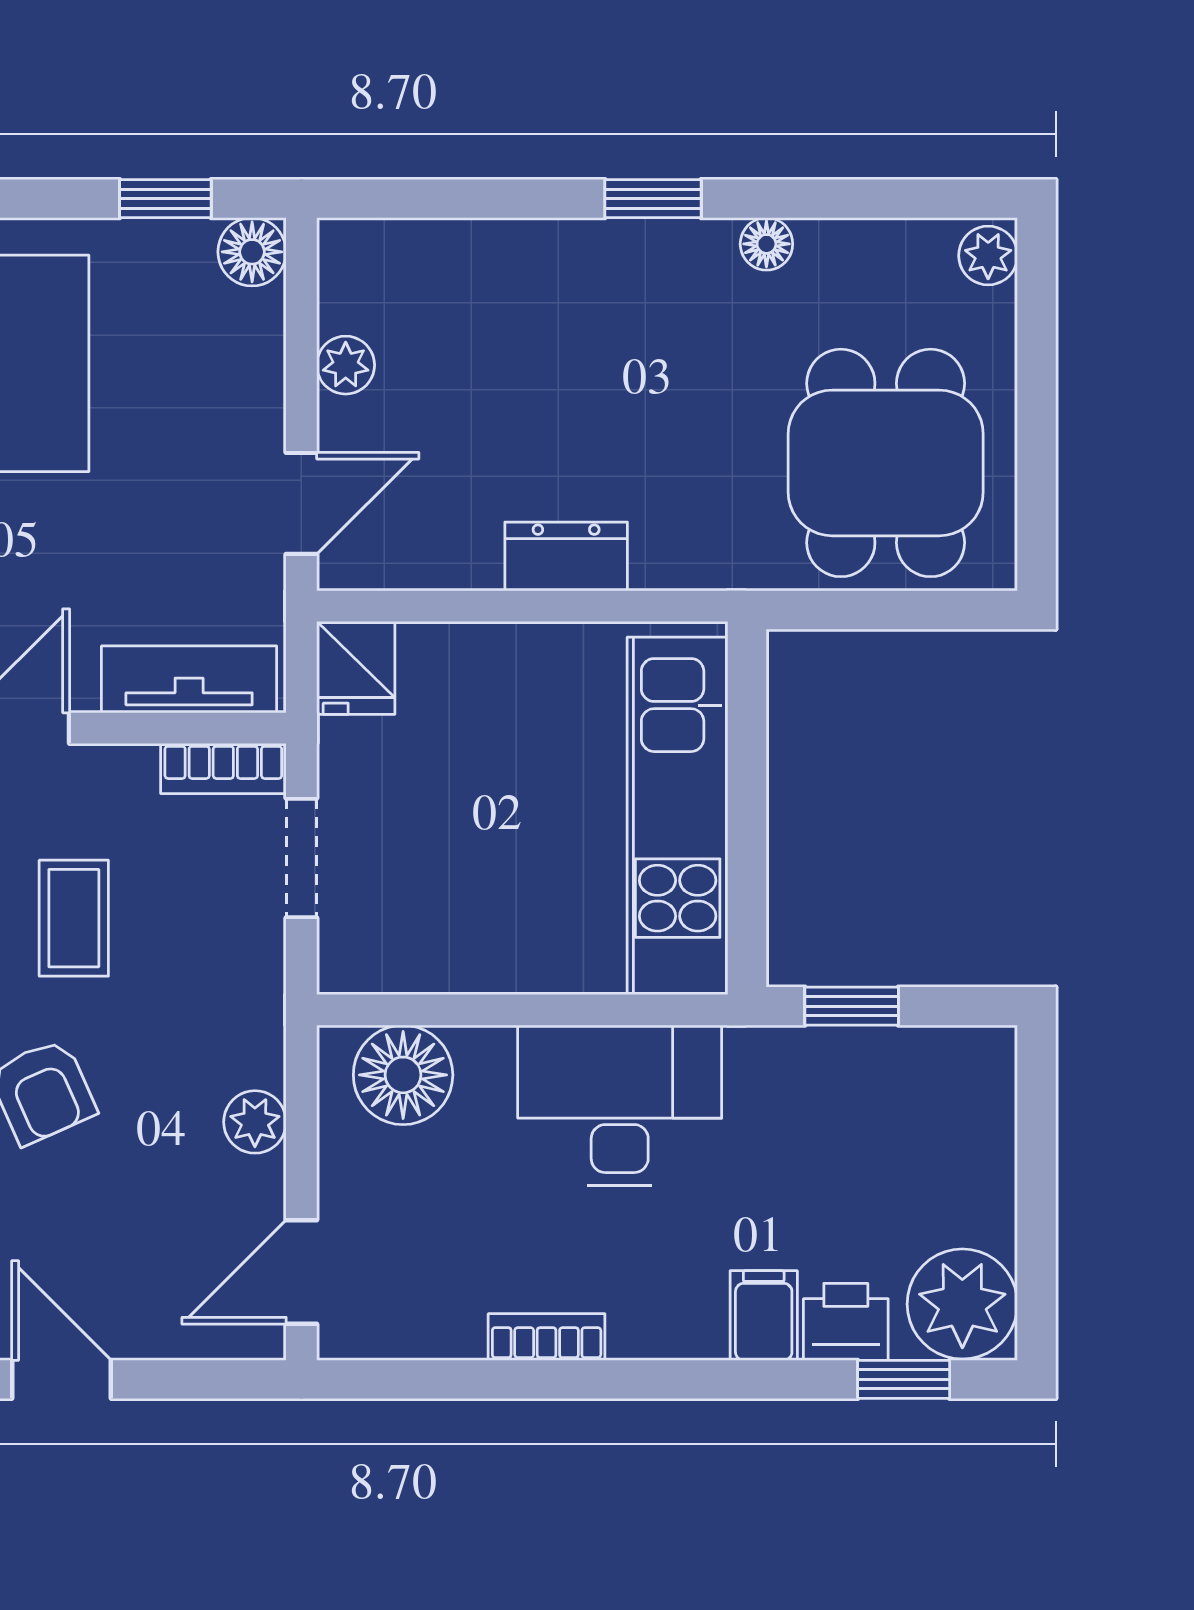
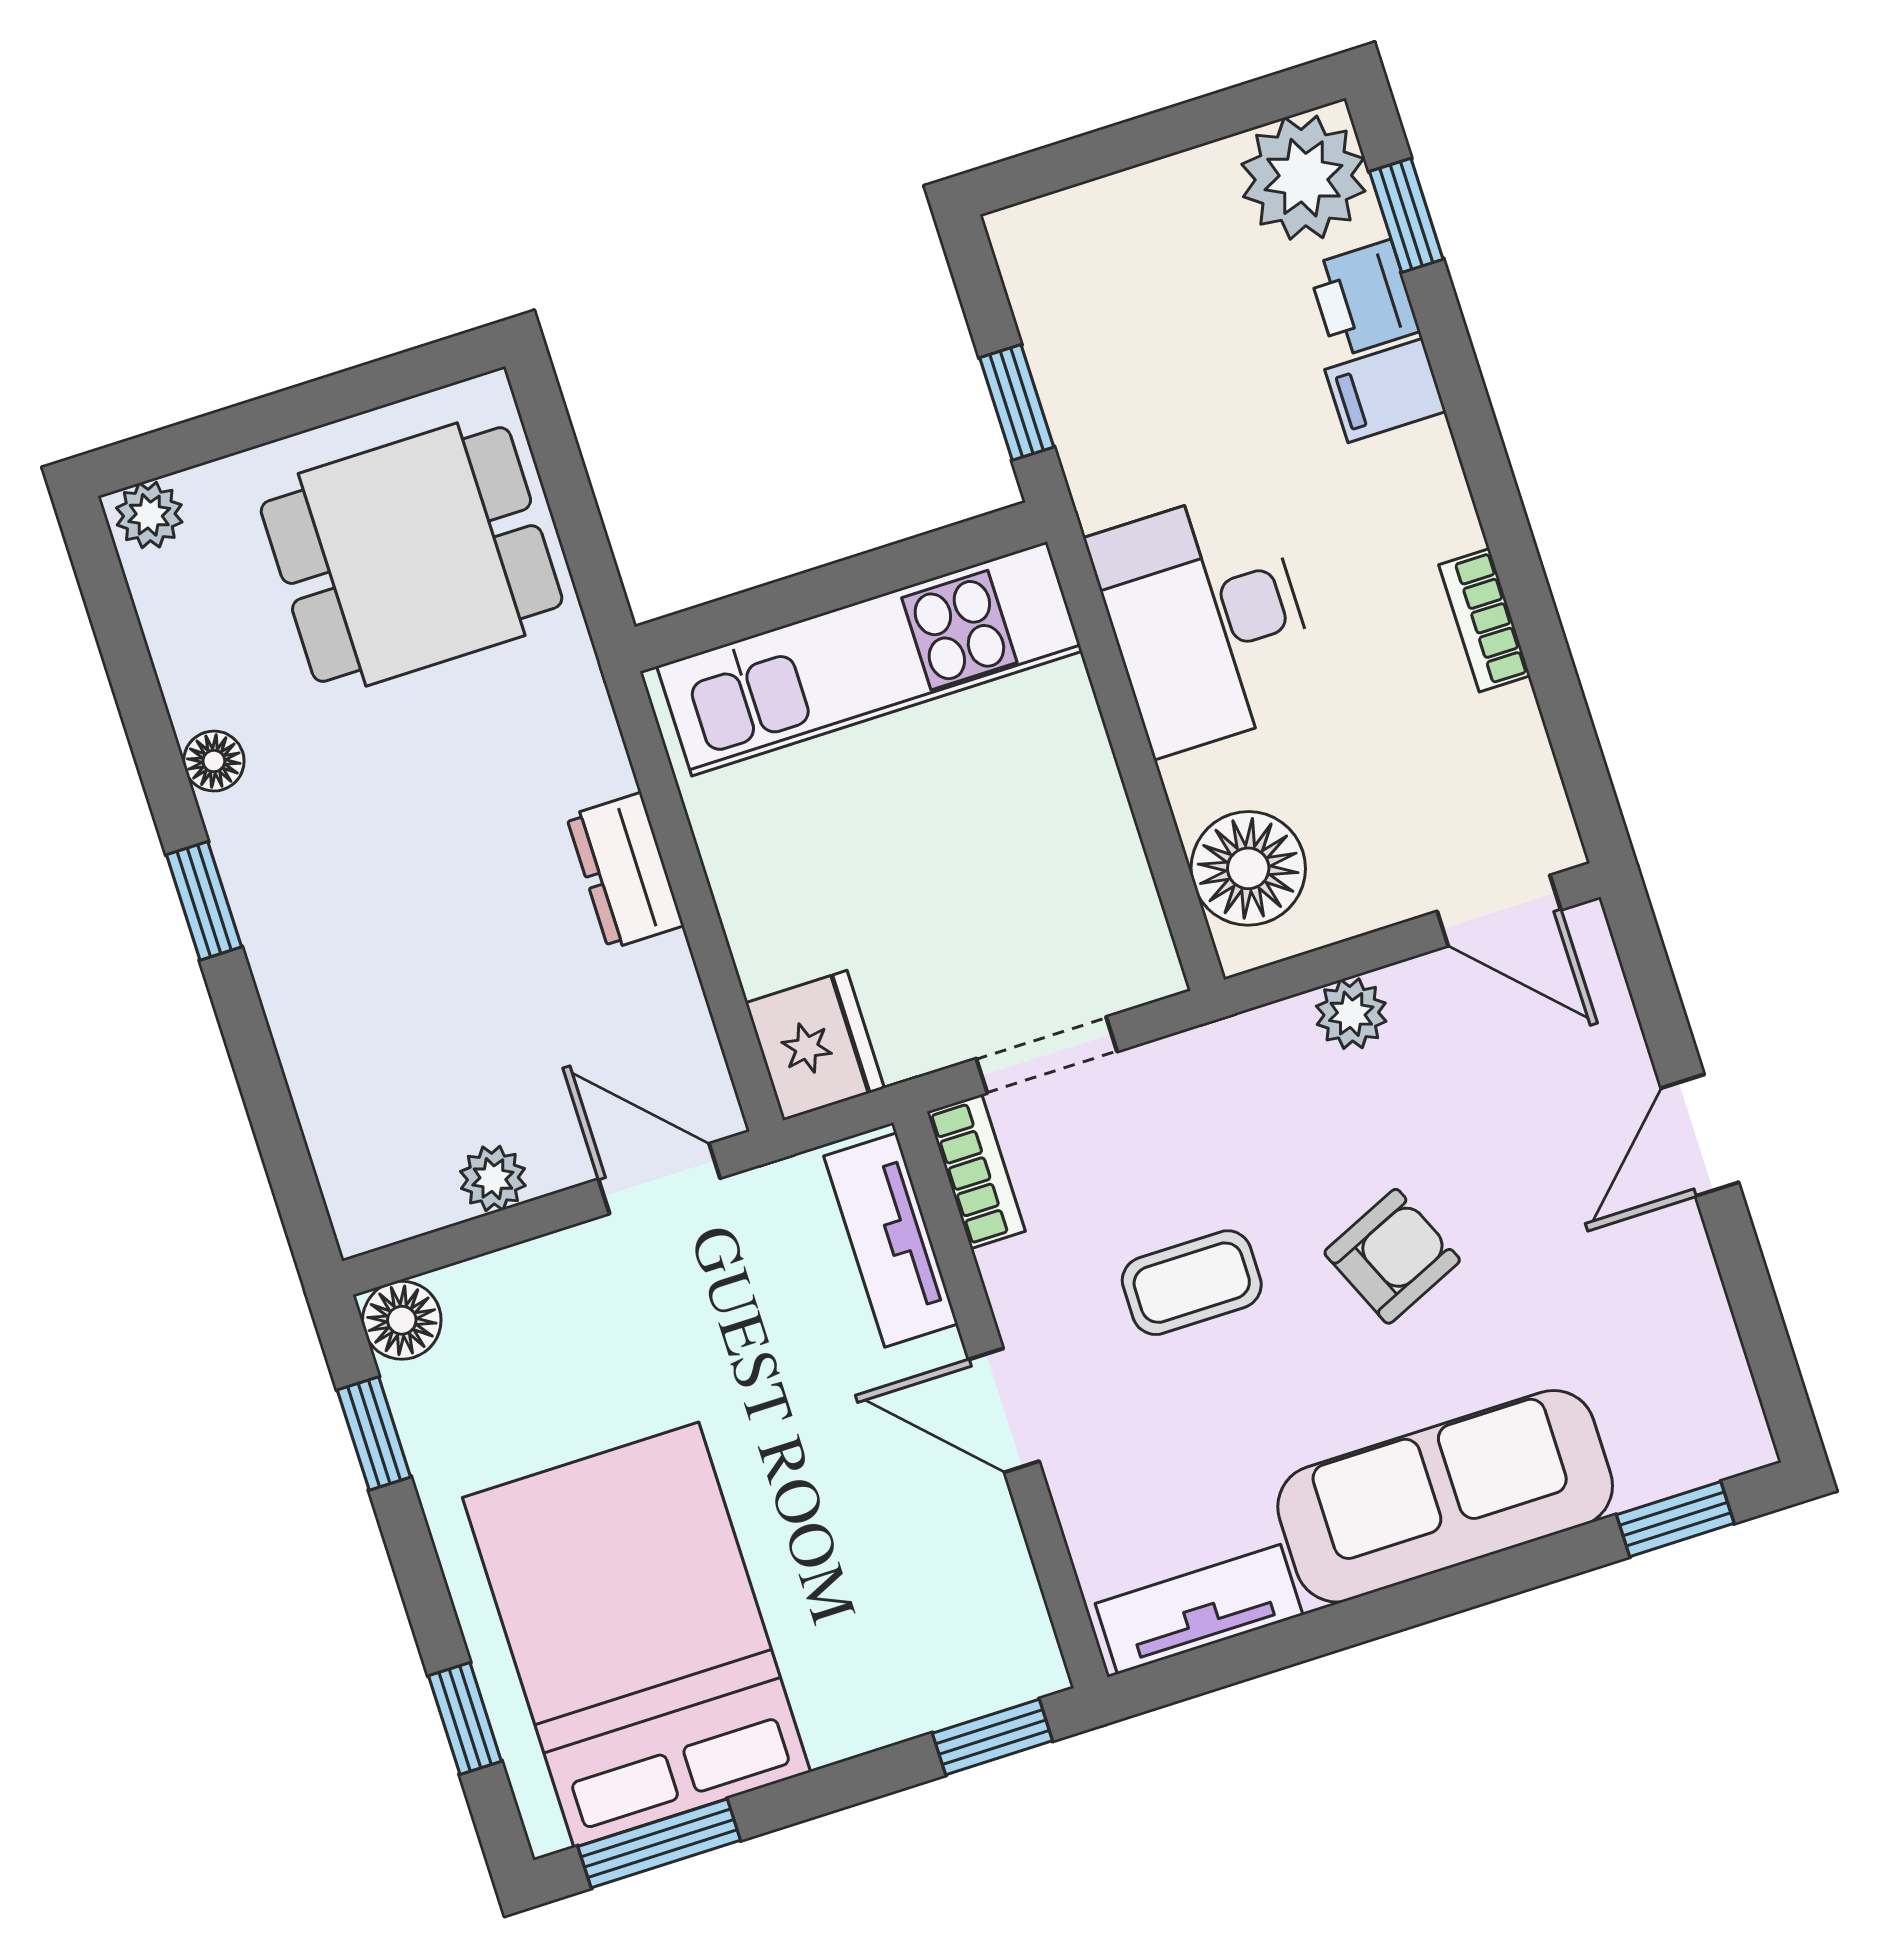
fridge: (356, 668) -> (815, 1045), width x1.38

